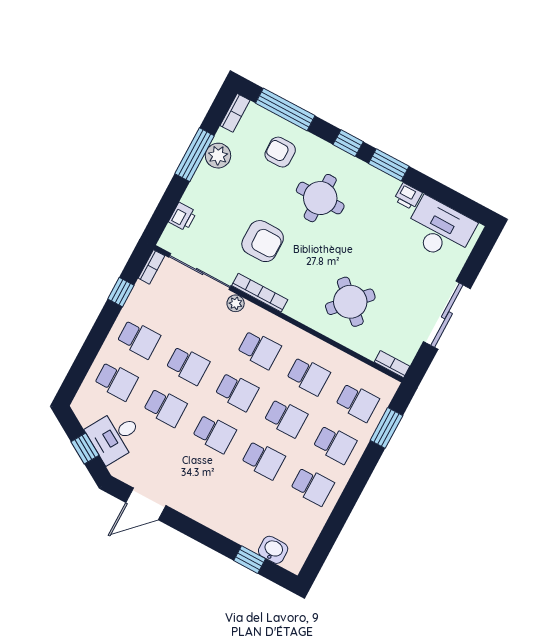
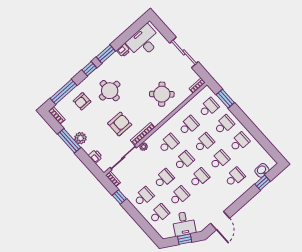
plant: (218, 156) -> (80, 138), moved
school desk: (241, 502) -> (235, 177), added

